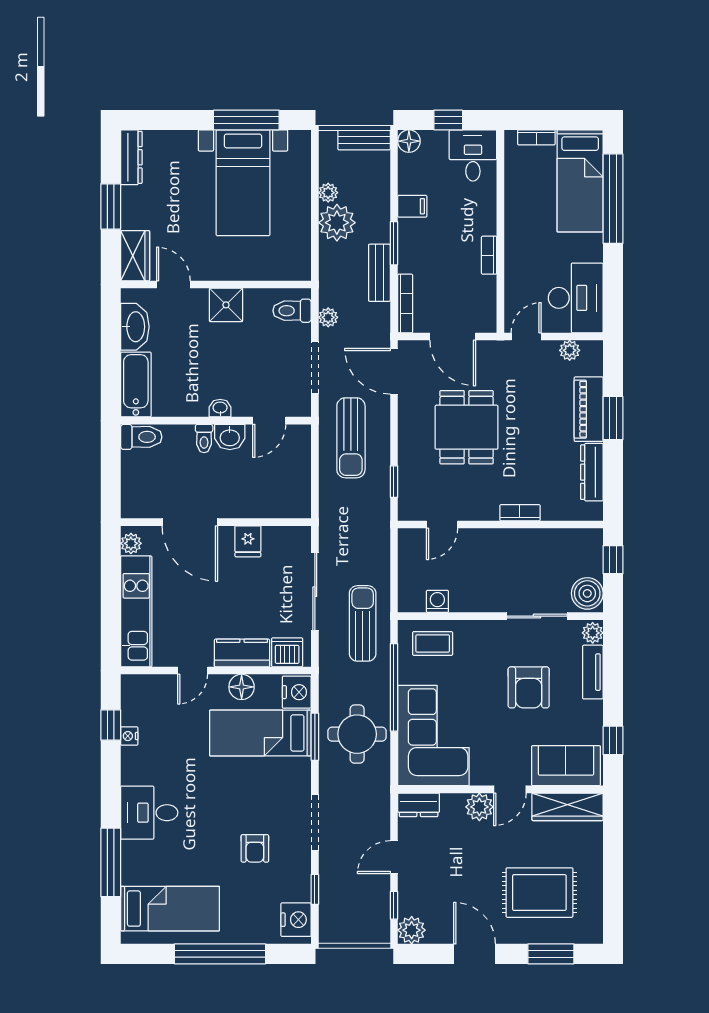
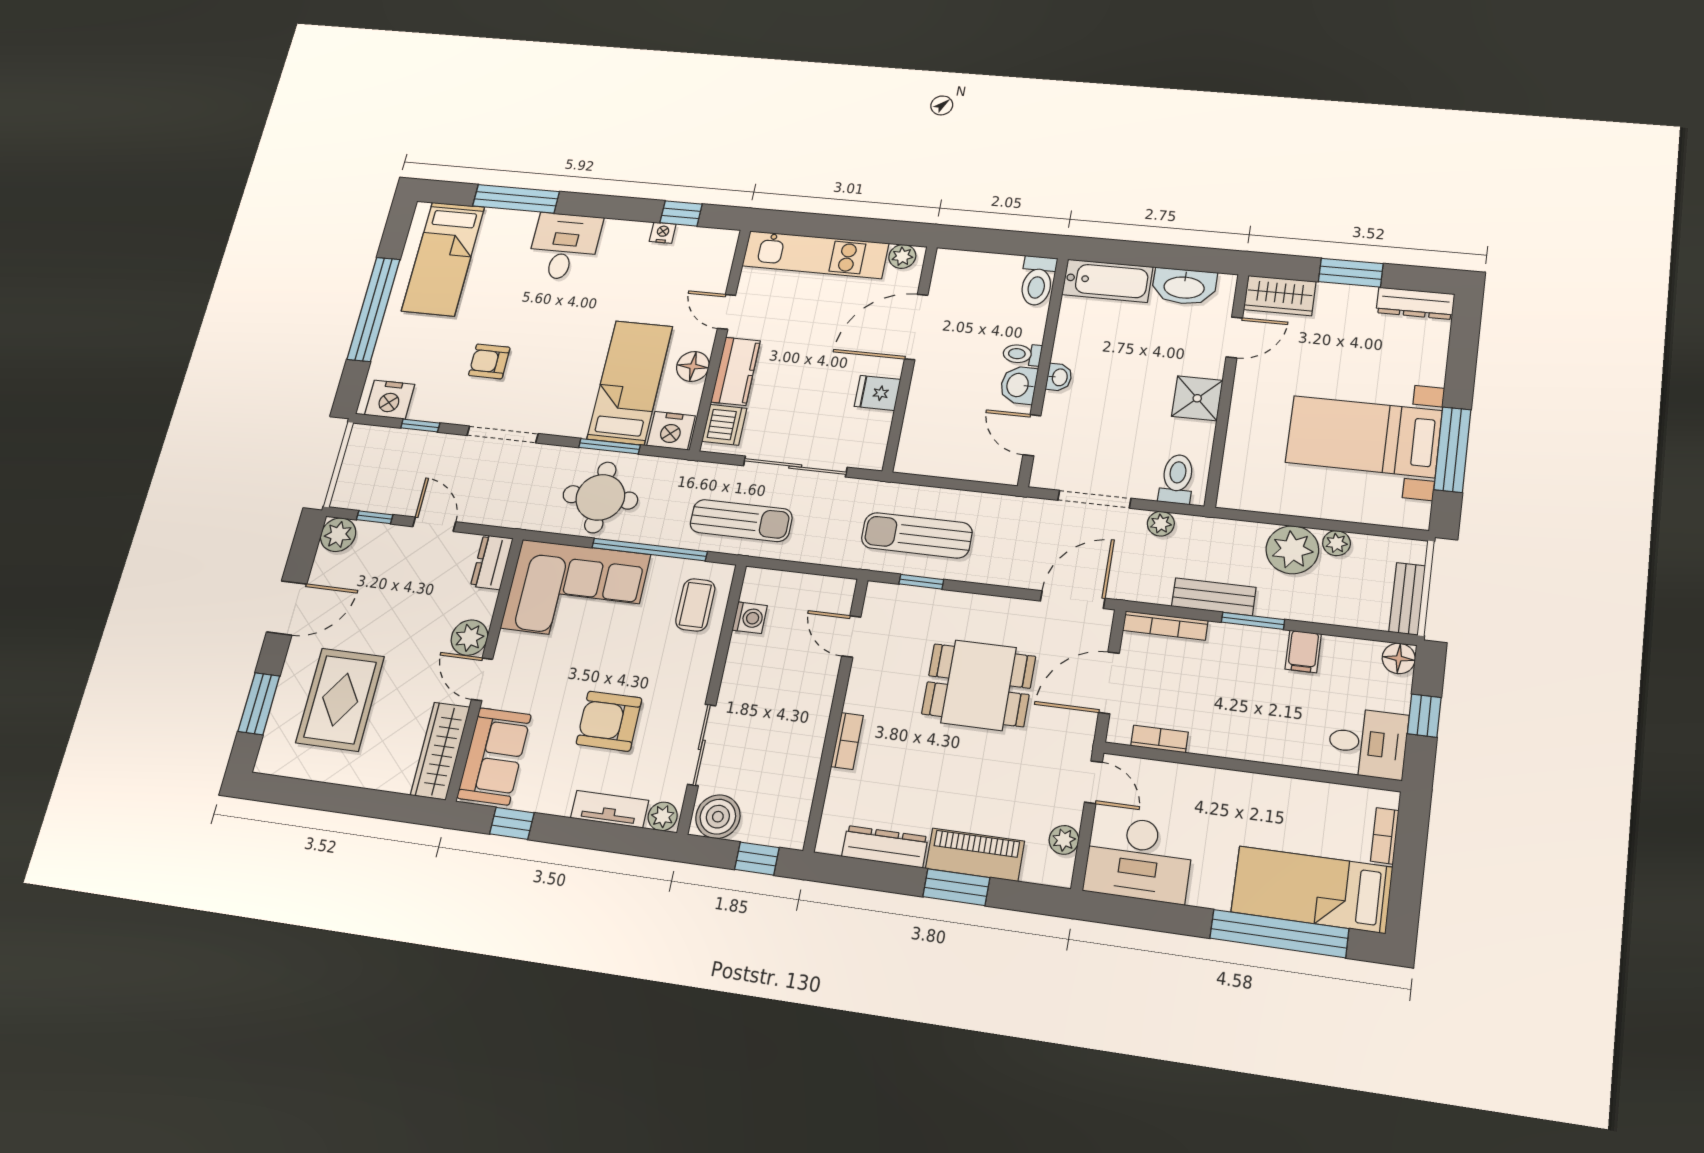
bookcase: (489, 255) -> (1159, 739), moved
sun lounger: (351, 438) -> (917, 535), moved

